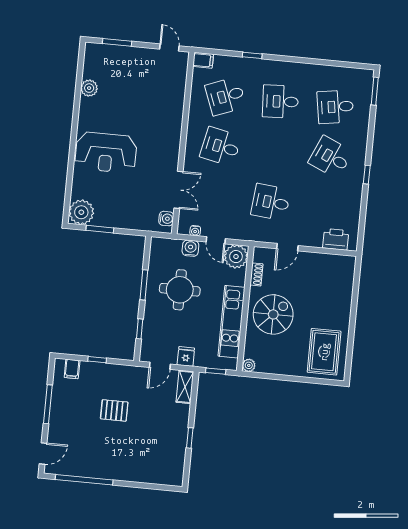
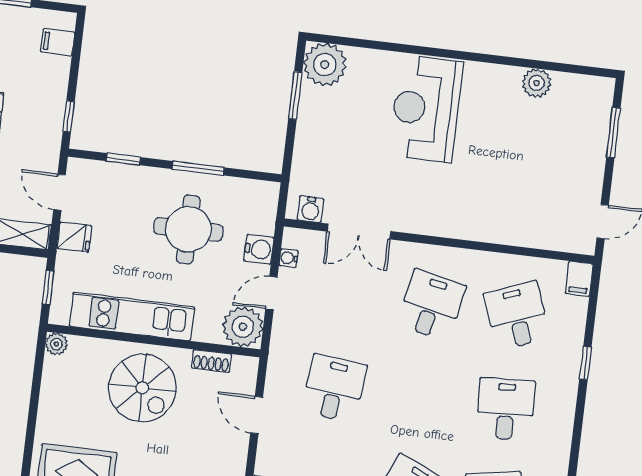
window: (97, 360) -> (69, 116), moved

